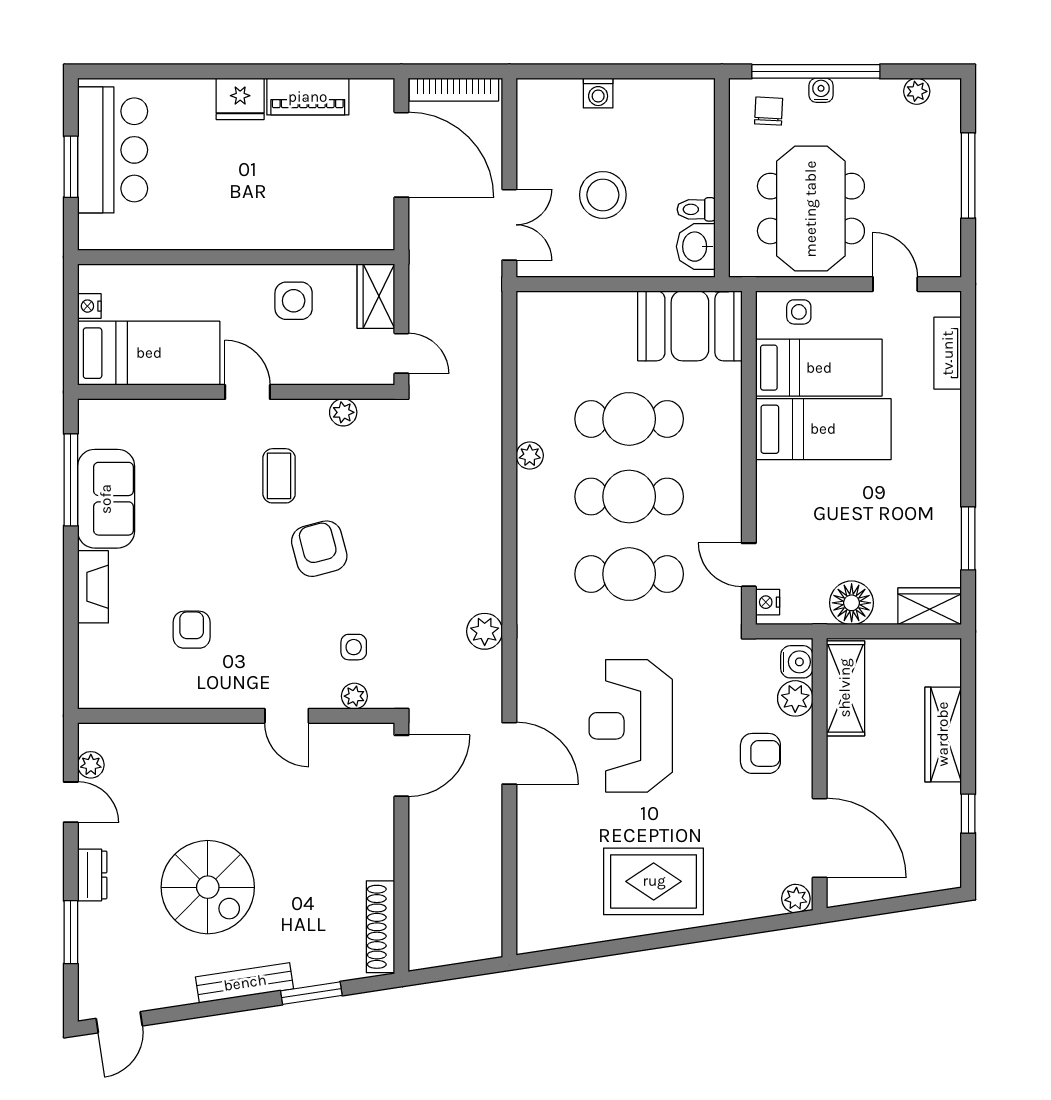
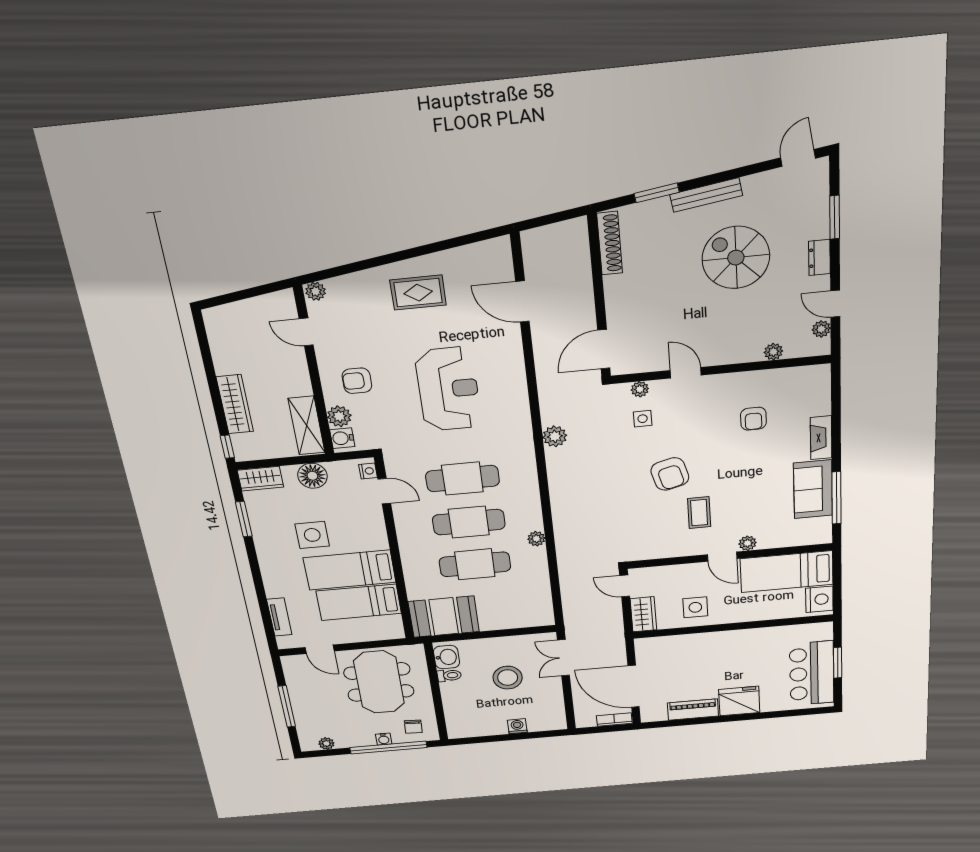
bookcase: (454, 90) -> (614, 720), width x0.64
fridge: (240, 99) -> (739, 701), width x1.36, depth x1.34
nightstand: (89, 306) -> (819, 599), width x1.89, depth x1.79
side table: (799, 312) -> (312, 535), moved, width x1.87, depth x1.87
plant: (343, 412) -> (748, 543), moved
plant: (160, 736) -> (773, 352), added
door: (509, 753) -> (522, 301), moved
window: (968, 814) -> (227, 447), moved
door: (820, 838) -> (306, 332), width x0.53
rug: (654, 881) -> (418, 293), width x0.73, depth x0.70

